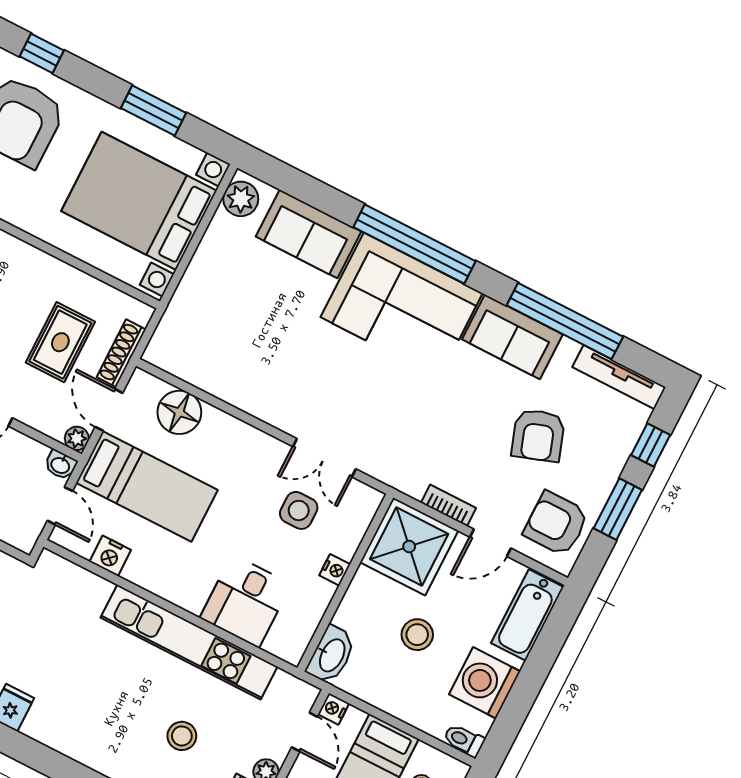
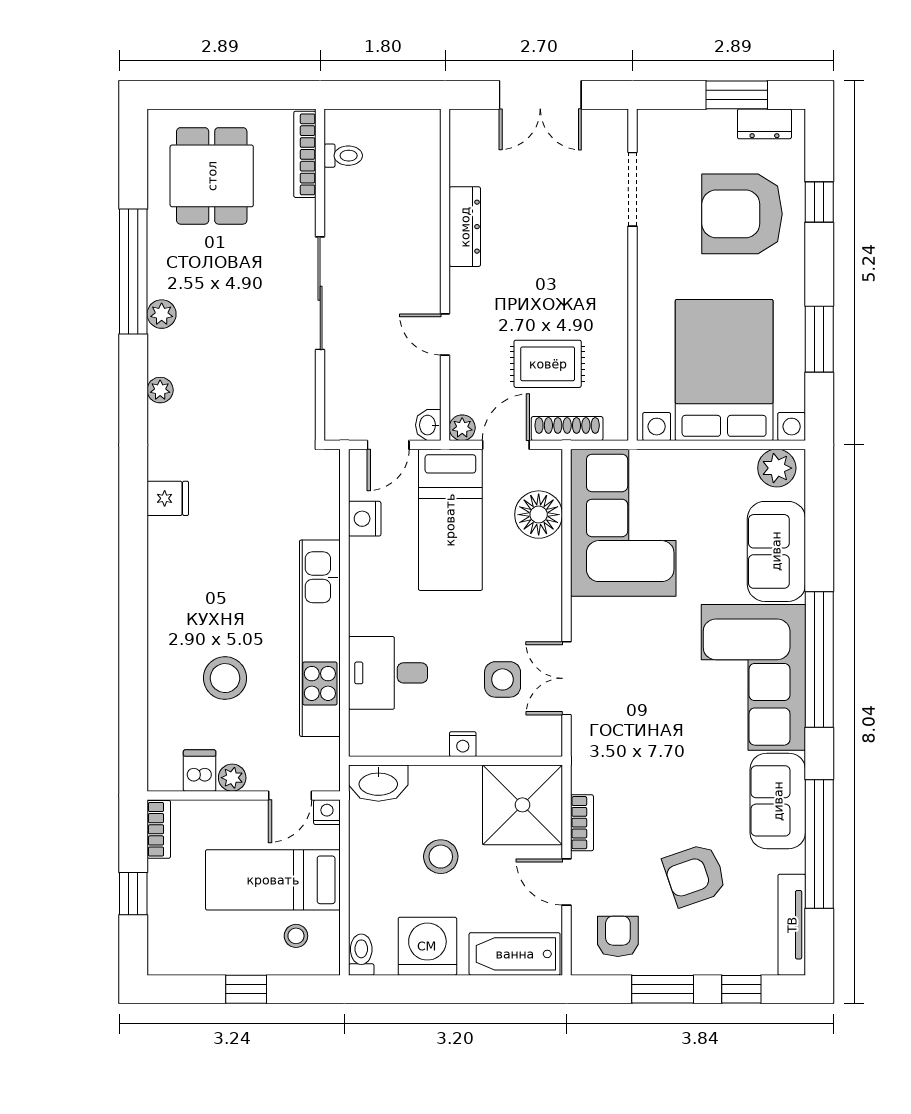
corner sofa: (221, 347) -> (623, 523), added
armchair: (556, 524) -> (618, 936), width x0.72, depth x0.72
stool: (182, 736) -> (225, 678), width x1.38, depth x1.38

